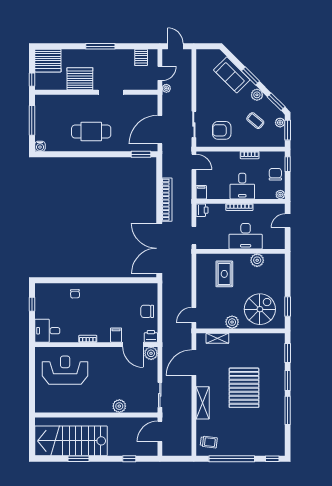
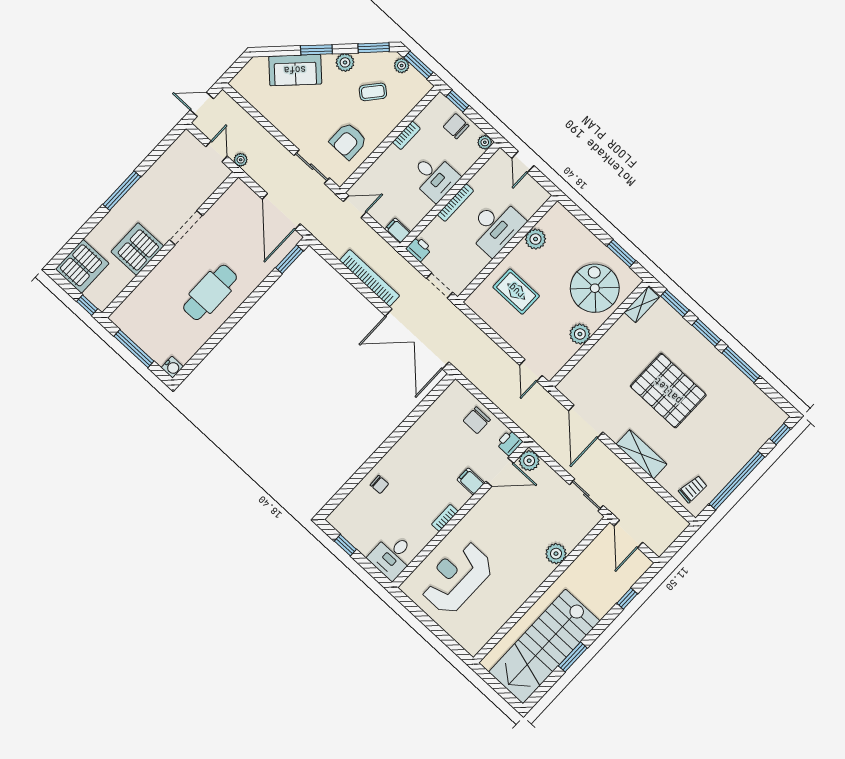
server rack: (141, 57) -> (178, 156), removed
shelving: (217, 338) -> (642, 305), moved

